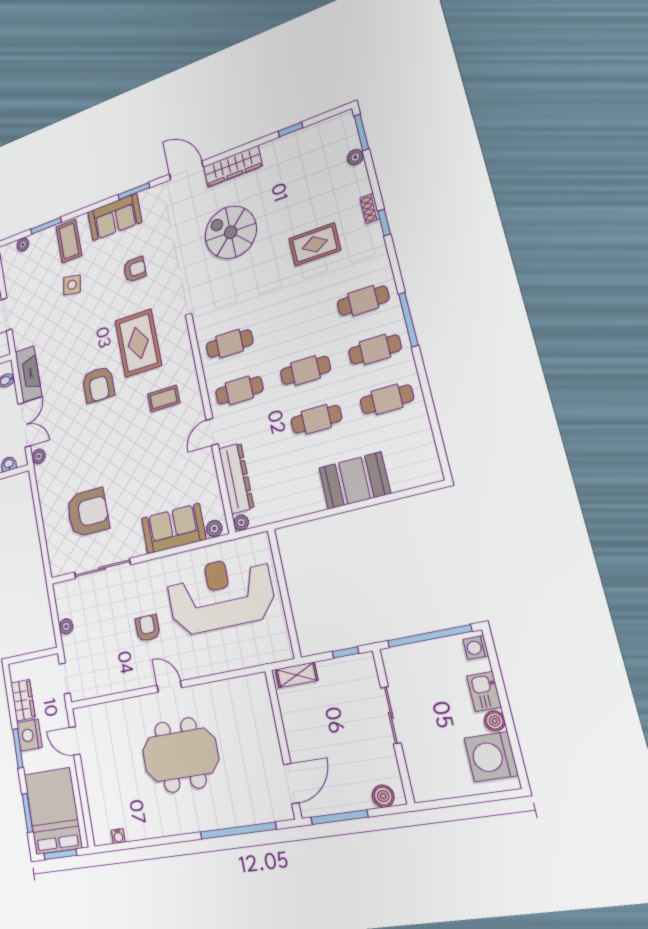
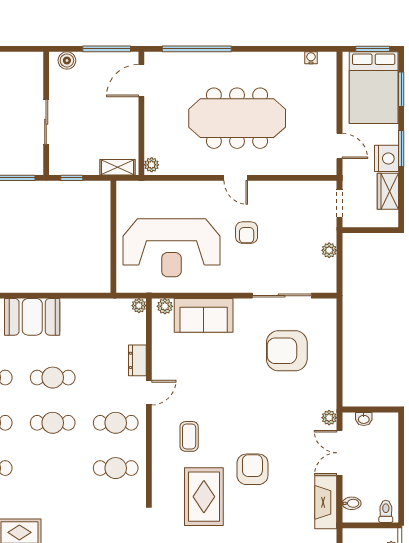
coffee table: (164, 399) -> (189, 436), turned 90
dresser: (236, 478) -> (137, 360), width x0.51, depth x0.80
plant: (260, 685) -> (152, 165), added
meeting table: (180, 755) -> (237, 118), width x1.36

